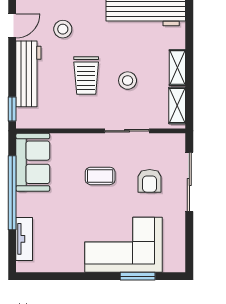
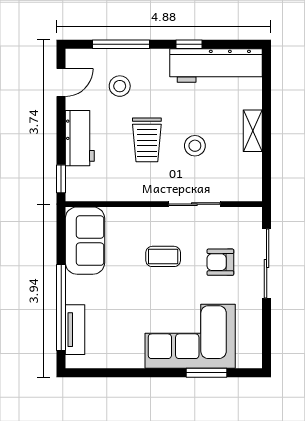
workbench: (28, 74) -> (80, 138), width x0.73
shelving: (177, 105) -> (253, 175), removed
armchair: (150, 181) -> (220, 262), turned 90
window: (12, 193) -> (61, 307), moved

